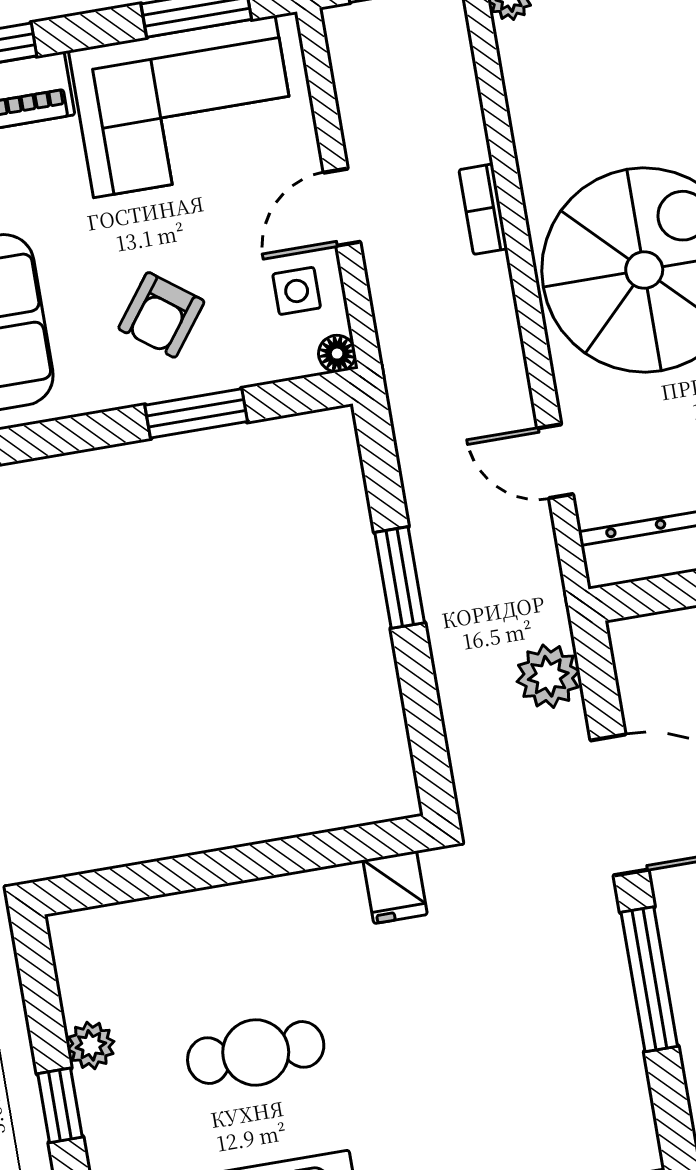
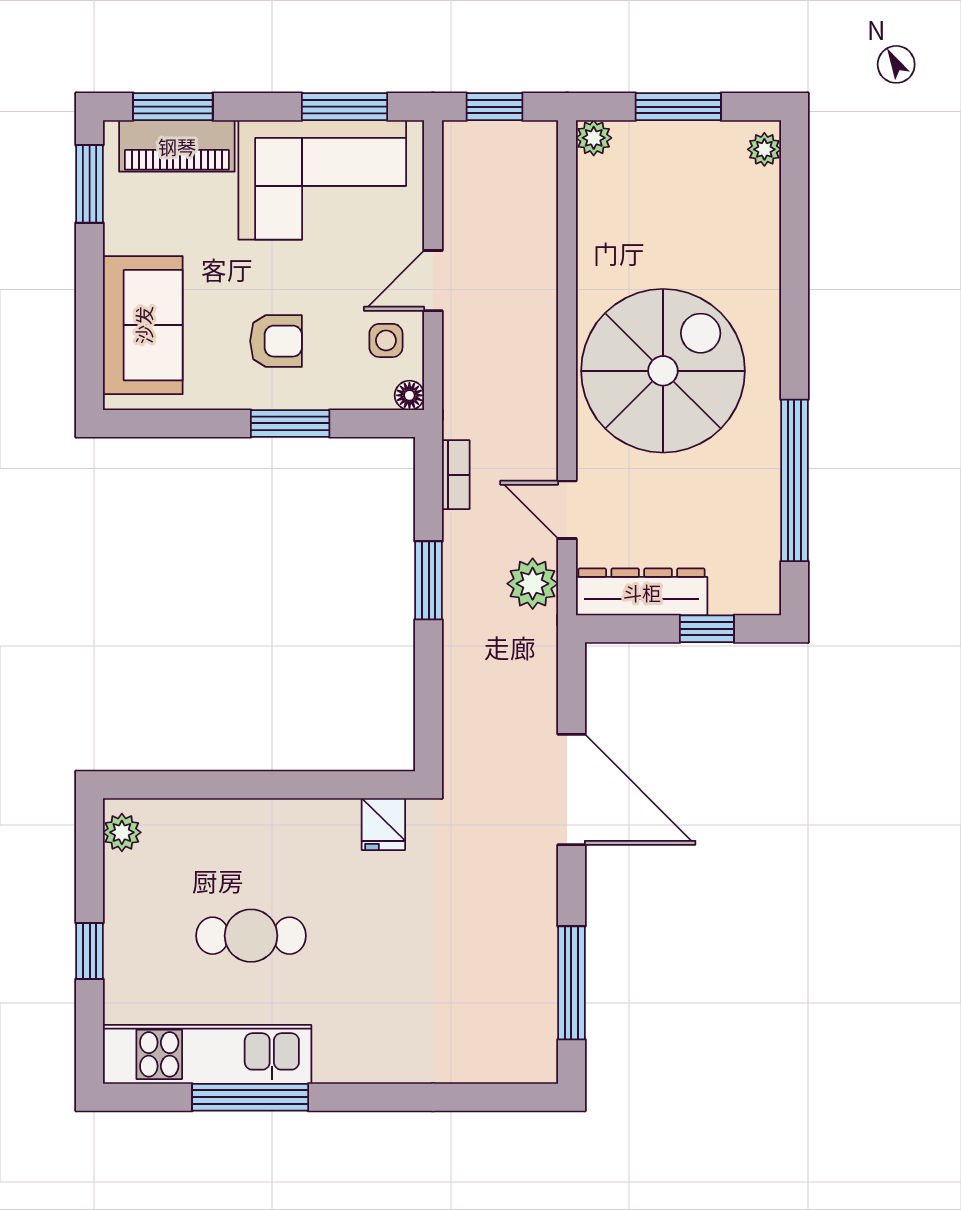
bookcase: (483, 209) -> (456, 475), moved, turned 180
armchair: (161, 315) -> (276, 341), turned -127
plant: (548, 676) -> (533, 584), moved
window: (649, 979) -> (571, 983), moved
plant: (91, 1045) -> (122, 832), moved

